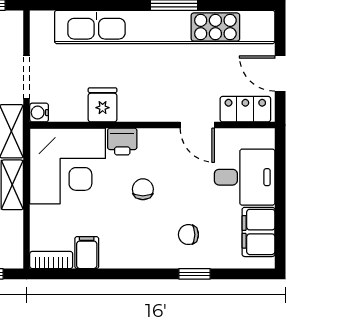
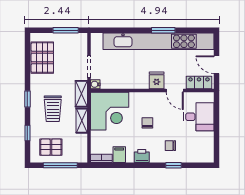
fridge: (103, 105) -> (157, 80), moved
printer: (122, 142) -> (142, 156), moved, turned 180
filing cabinet: (258, 232) -> (206, 144), removed

